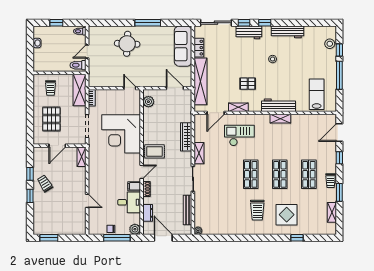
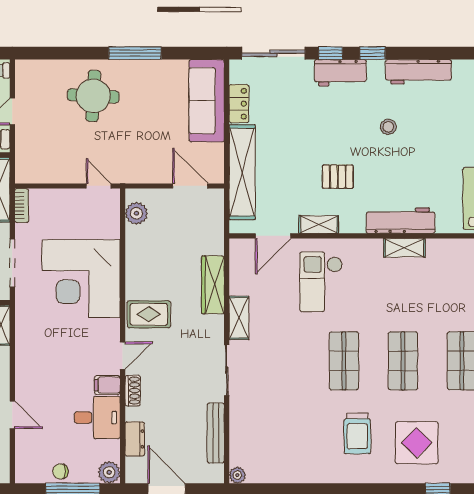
checkout: (239, 135) -> (321, 282), turned -90

